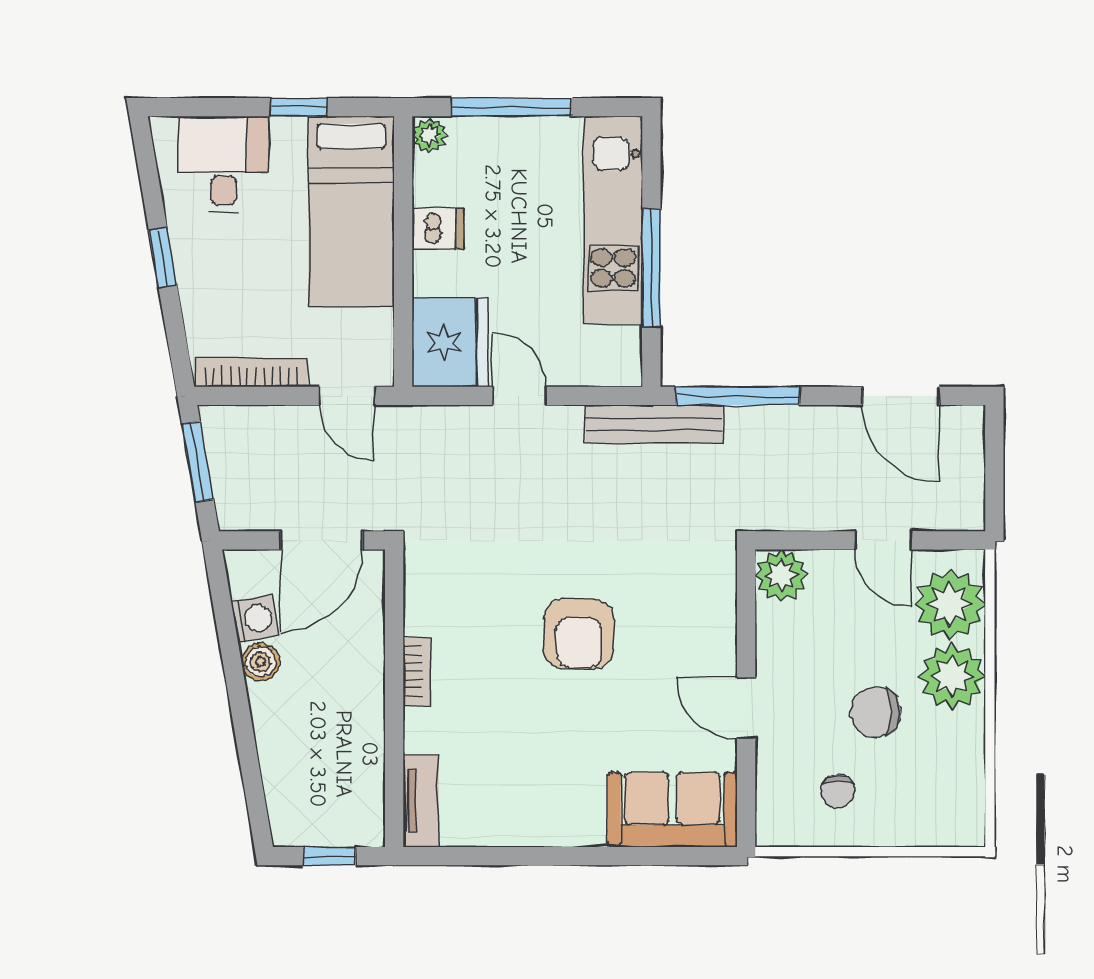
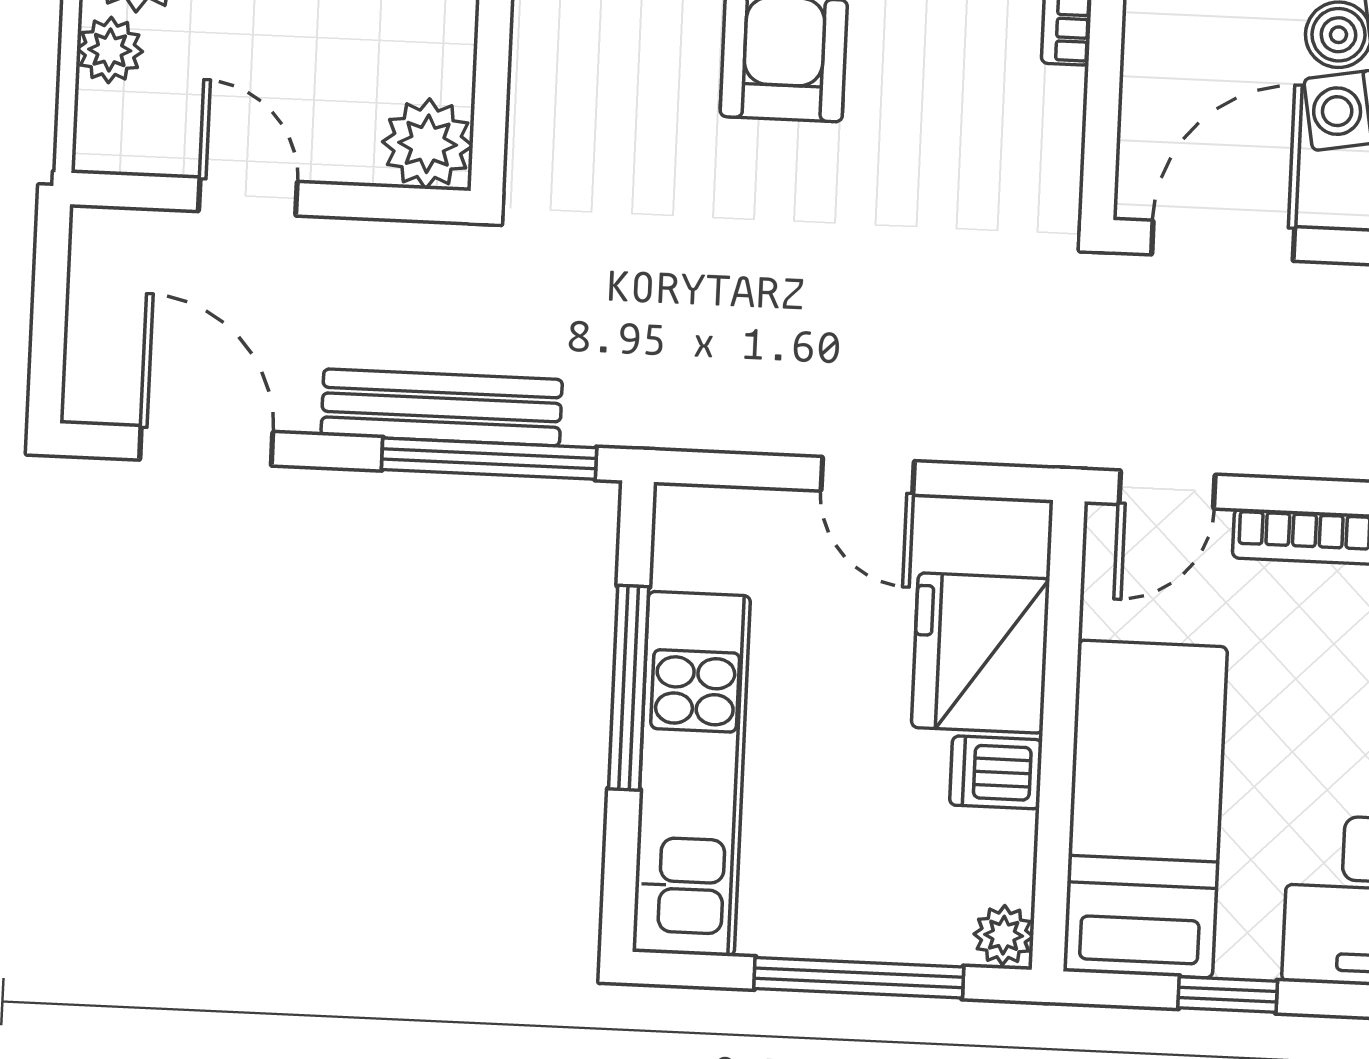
fridge: (450, 342) -> (981, 653), moved
door: (347, 396) -> (1167, 489), swing flipped
bench: (654, 424) -> (442, 407), moved
plant: (950, 604) -> (110, 50), width x0.53, depth x0.53

